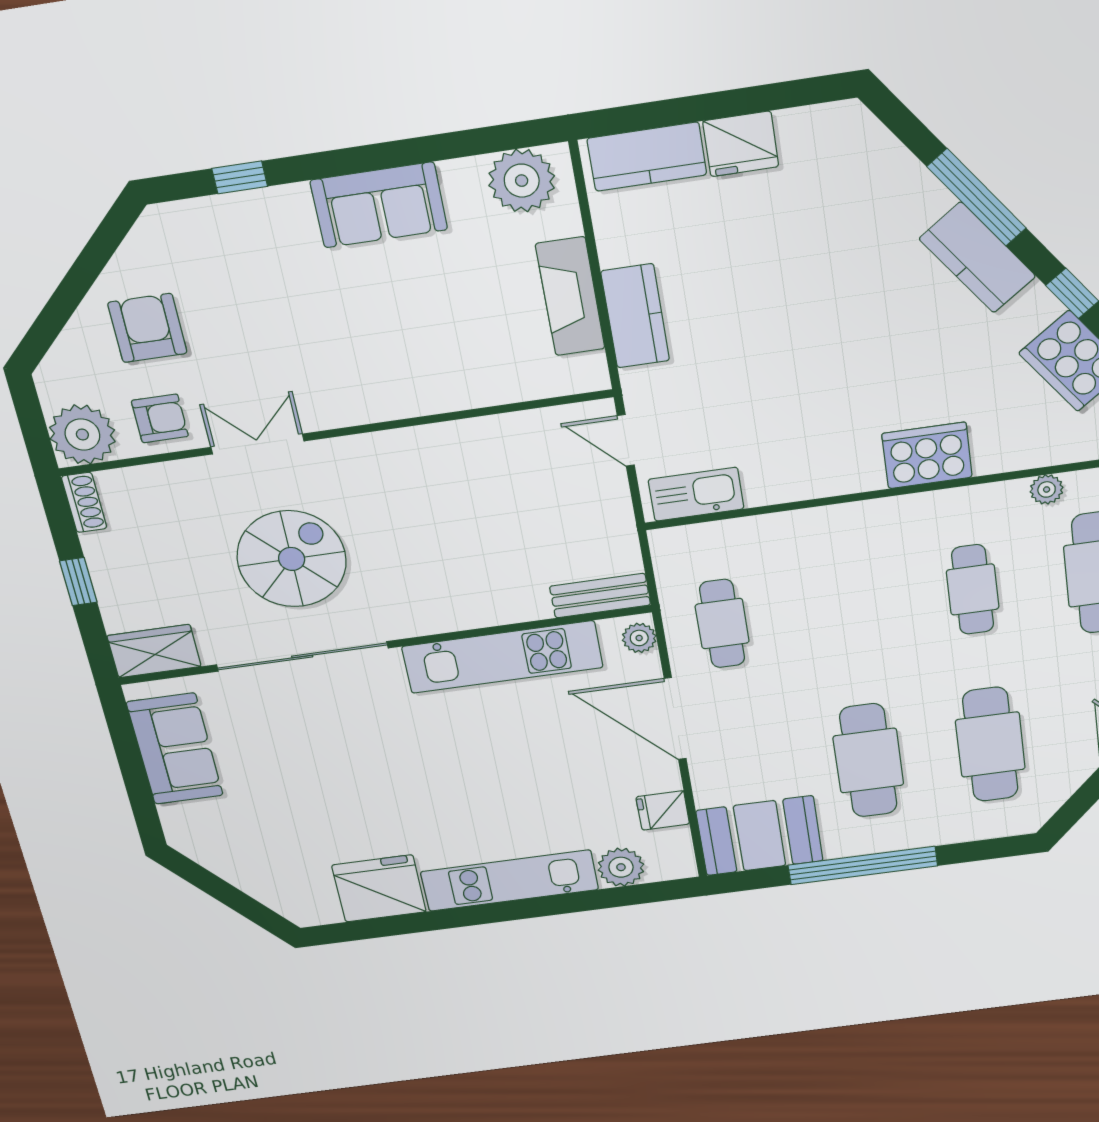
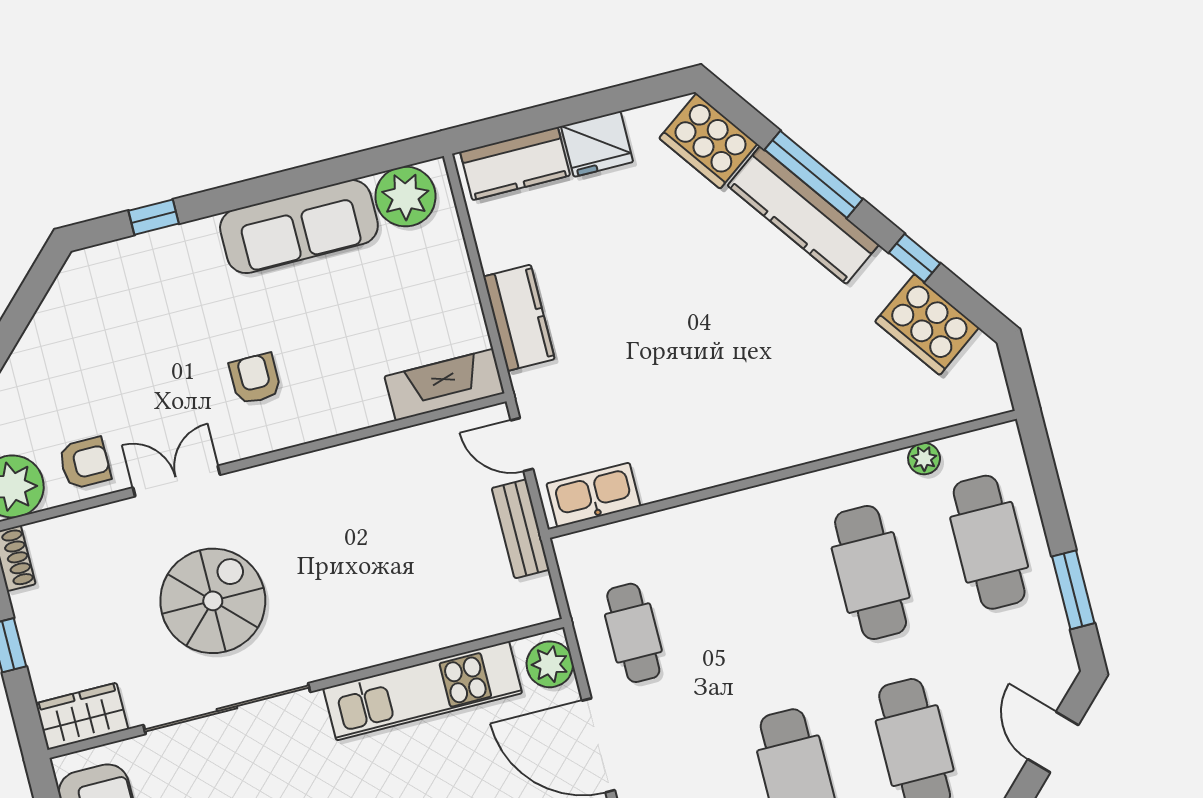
sofa: (379, 205) -> (299, 227), width x1.36
kitchen counter: (977, 258) -> (803, 215), width x1.50
fireplace: (570, 296) -> (444, 385), moved, turned 90
armchair: (147, 328) -> (255, 379), moved, width x0.72, depth x0.72
cooker: (927, 455) -> (708, 141), moved, turned -126
cafe table: (973, 590) -> (871, 572), width x1.37, depth x1.35
bench: (600, 596) -> (521, 529), moved, turned 90
plant: (639, 638) -> (550, 664), width x1.38, depth x1.38

